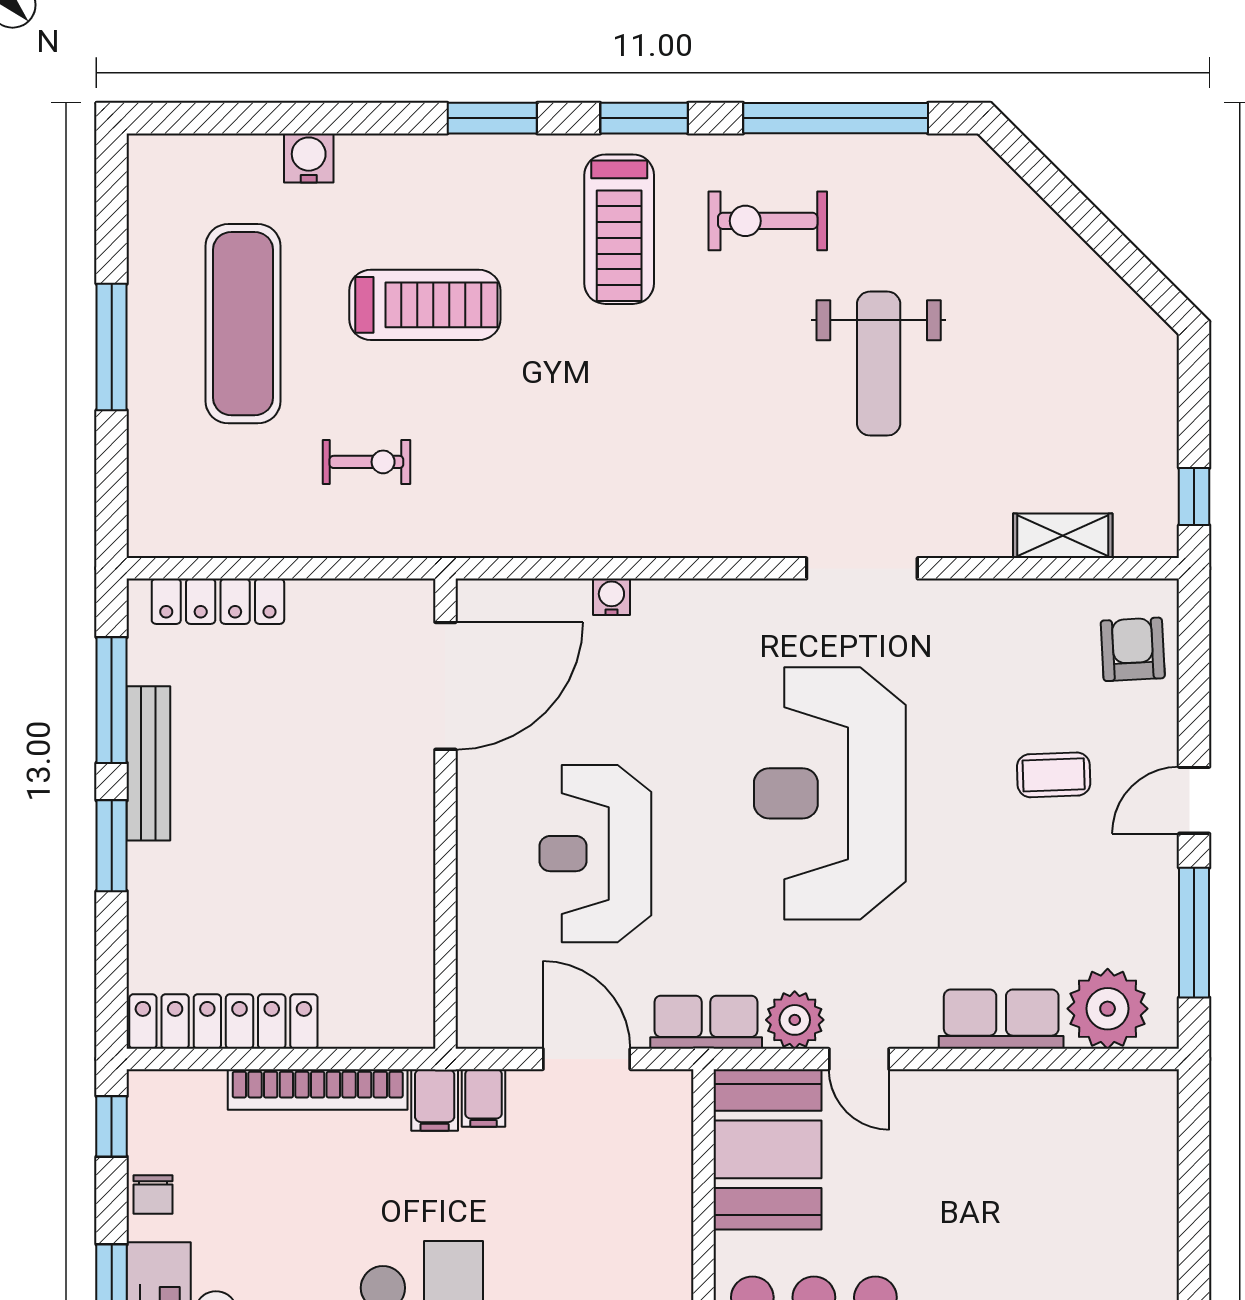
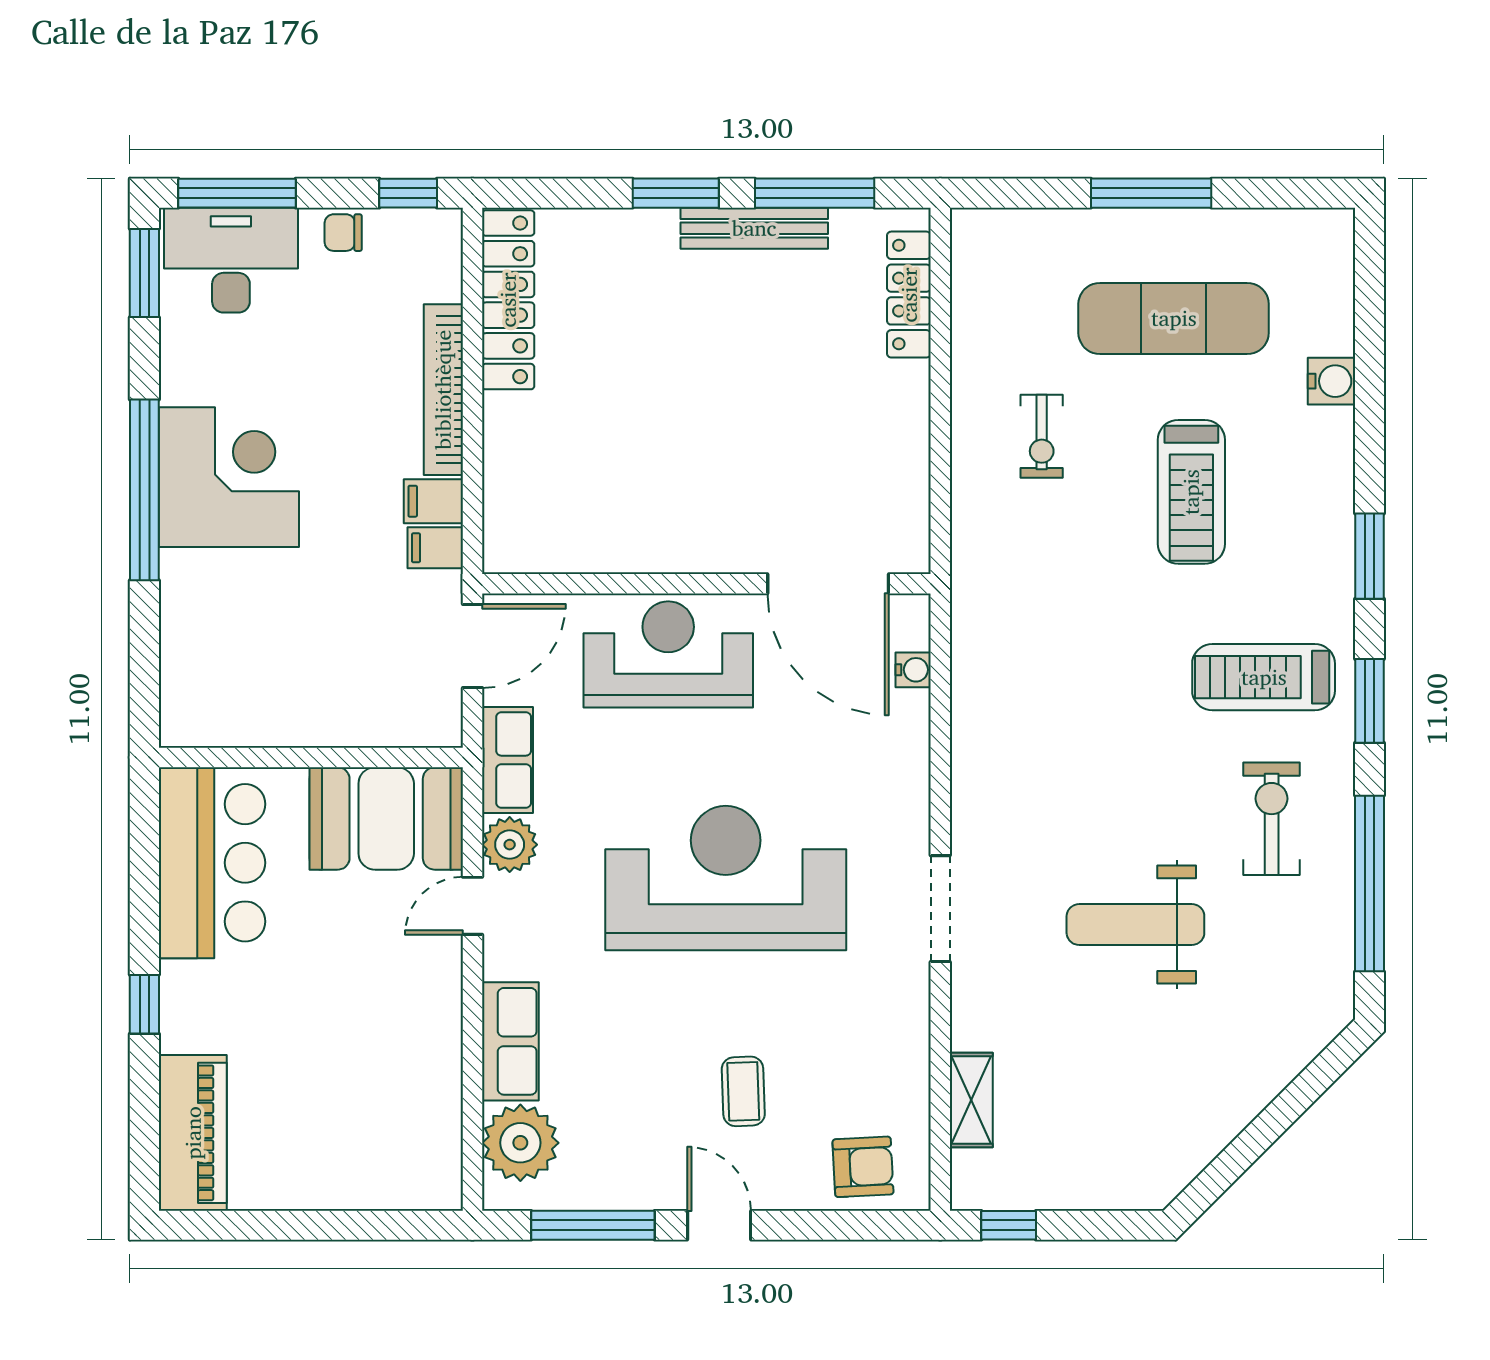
door: (445, 686) -> (828, 584), moved
wall: (445, 814) -> (706, 584), moved

